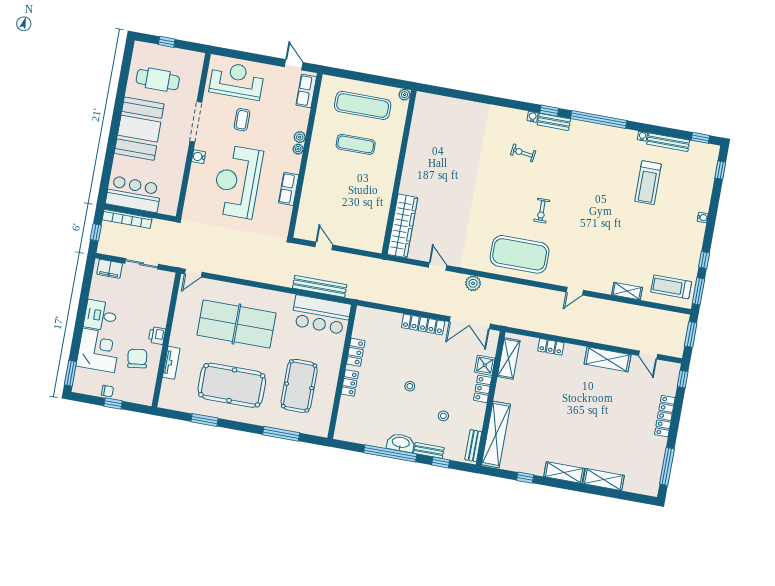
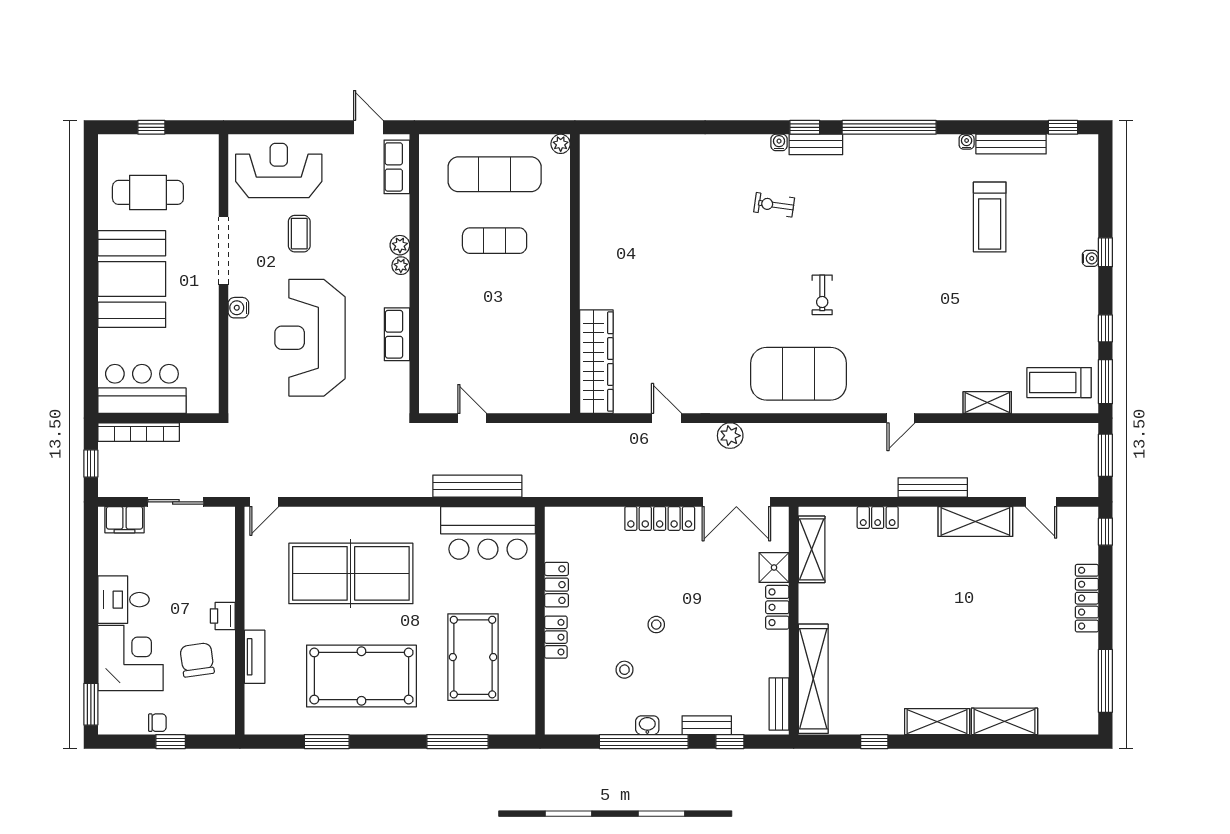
window: (720, 170) -> (1105, 252), moved
bench: (586, 335) -> (933, 488), added
stool: (443, 416) -> (624, 670), moved
washbasin: (401, 443) -> (647, 725), width x0.52, depth x0.69

